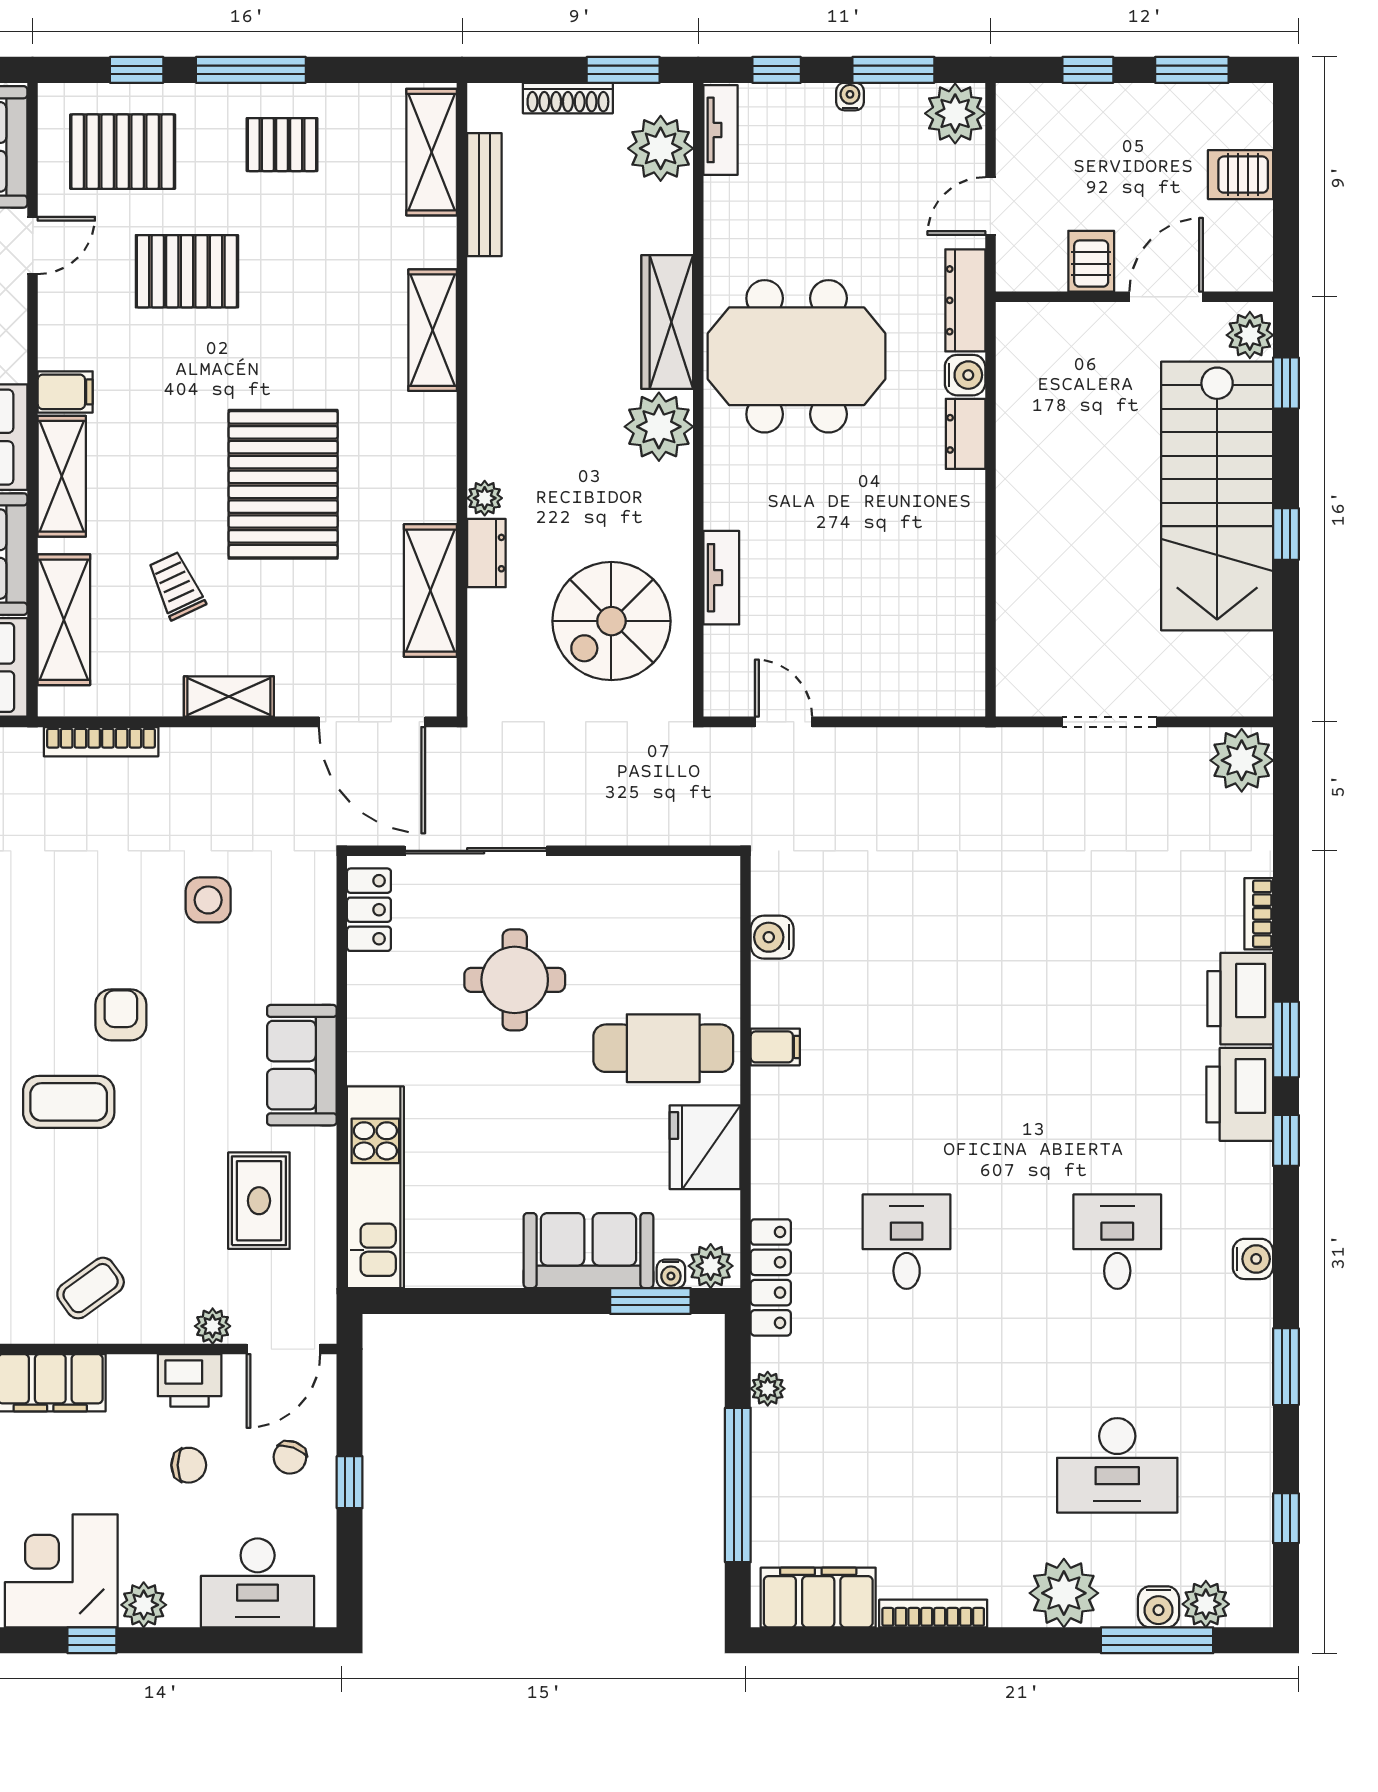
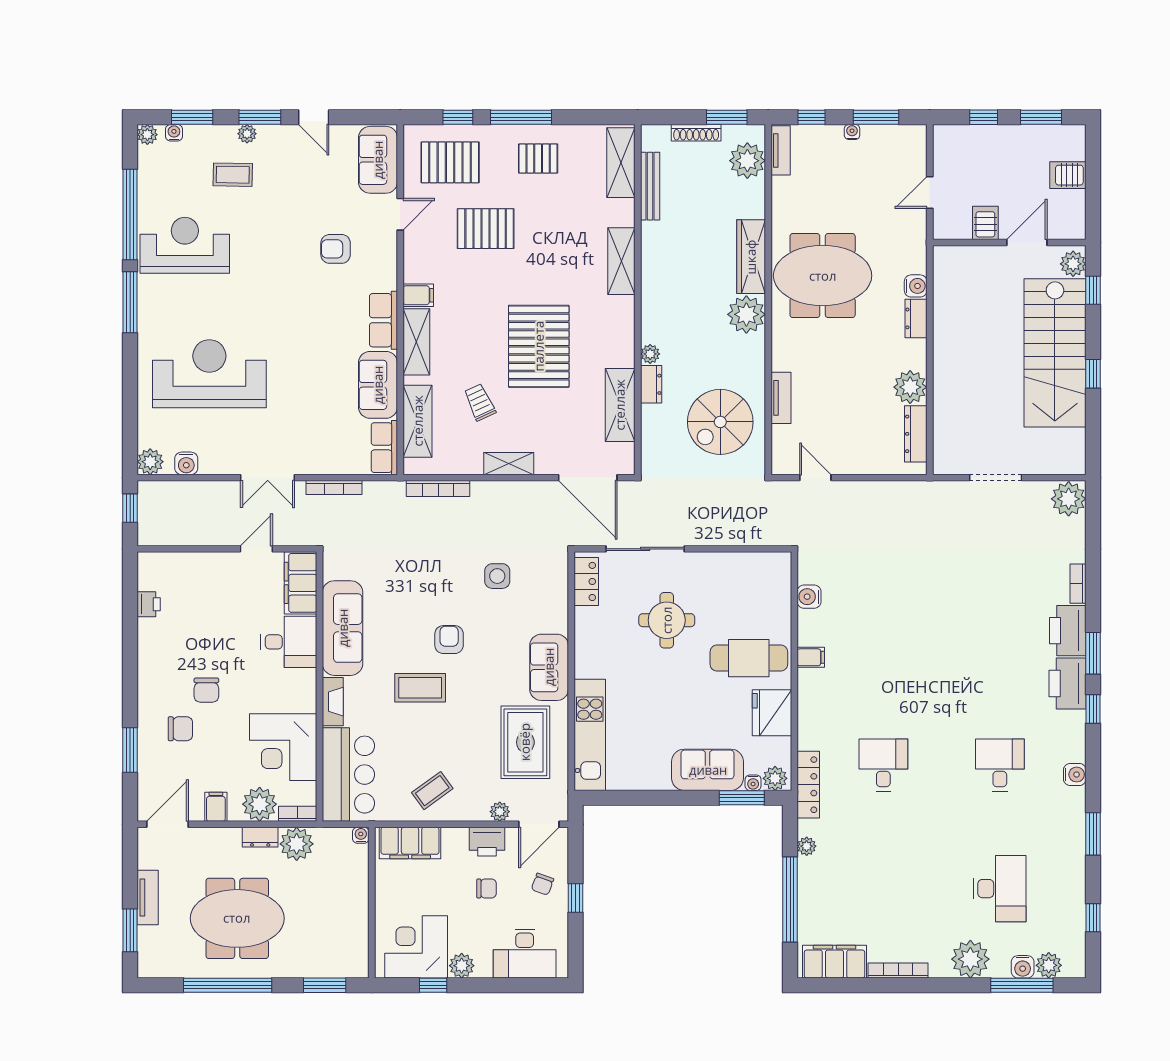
plant: (955, 113) -> (910, 387), moved
dresser: (965, 300) -> (916, 434), moved
rug: (259, 1201) -> (525, 742), width x1.36, depth x1.43
desk: (1117, 1465) -> (1000, 889), turned -90

